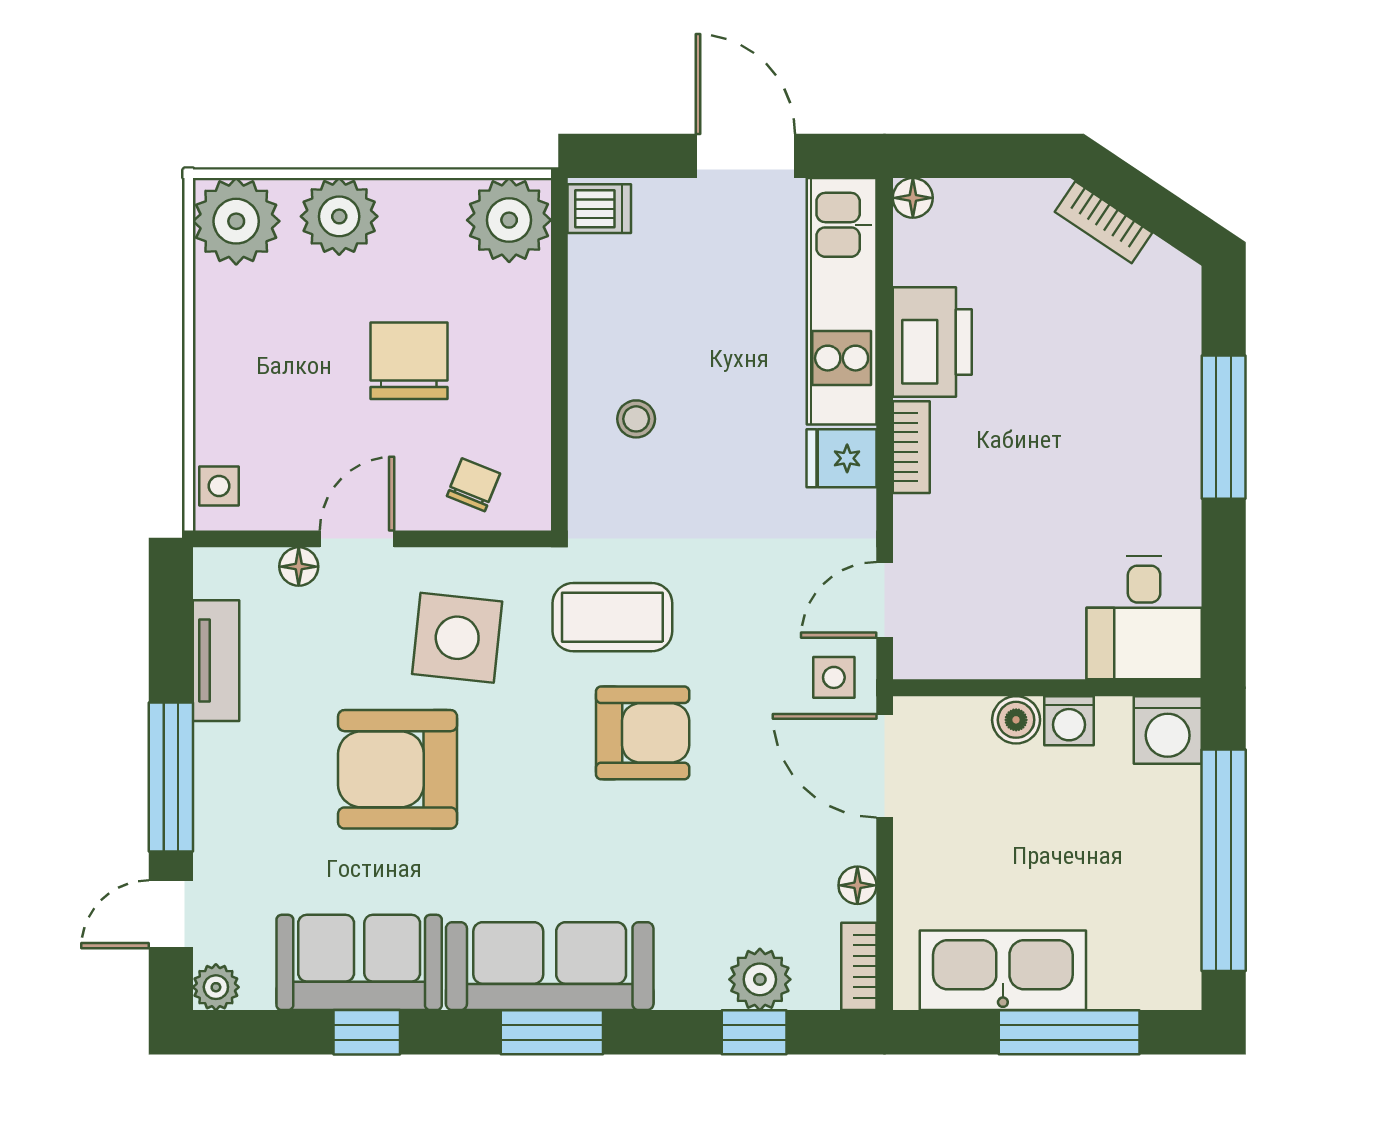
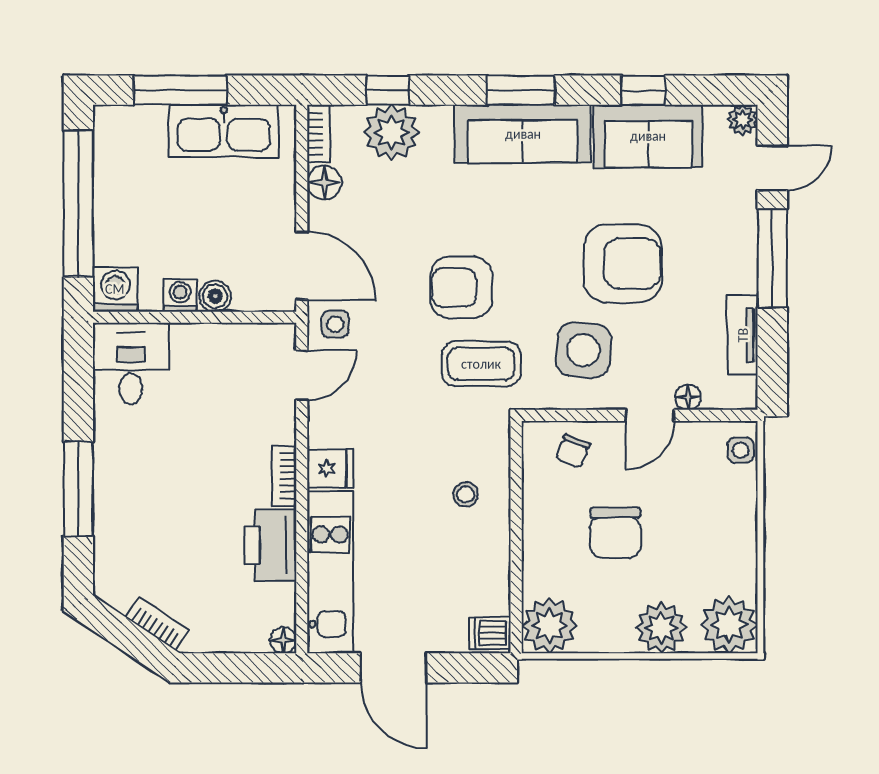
floor lamp: (857, 885) -> (324, 182), width x1.37, depth x1.37
plant: (760, 979) -> (391, 132), width x1.36, depth x1.36

